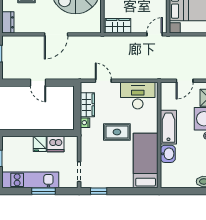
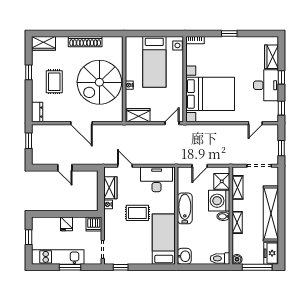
door: (56, 34) -> (81, 123), hinge flipped
dishwasher: (56, 144) -> (94, 224), moved
washbasin: (168, 154) -> (184, 256), moved

